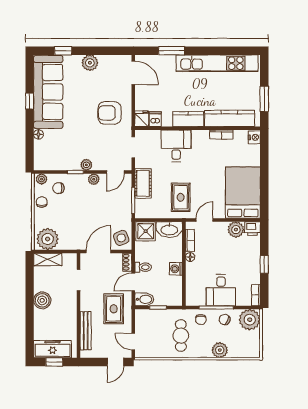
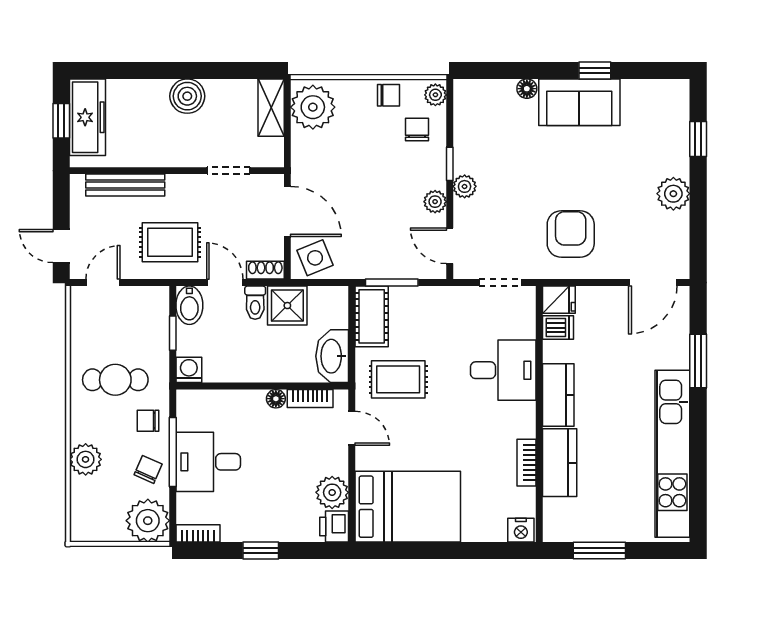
sofa: (48, 92) -> (579, 102), width x0.54, depth x0.79
kitchen counter: (230, 118) -> (560, 463), width x0.67
cot: (143, 183) -> (372, 316), moved, turned 90
shower: (146, 231) -> (287, 306), moved
washing machine: (176, 269) -> (189, 370), moved

